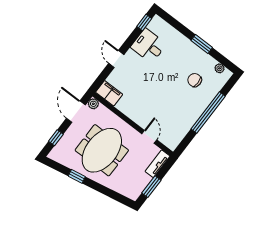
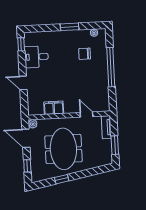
filing cabinet: (109, 93) -> (54, 108), moved

